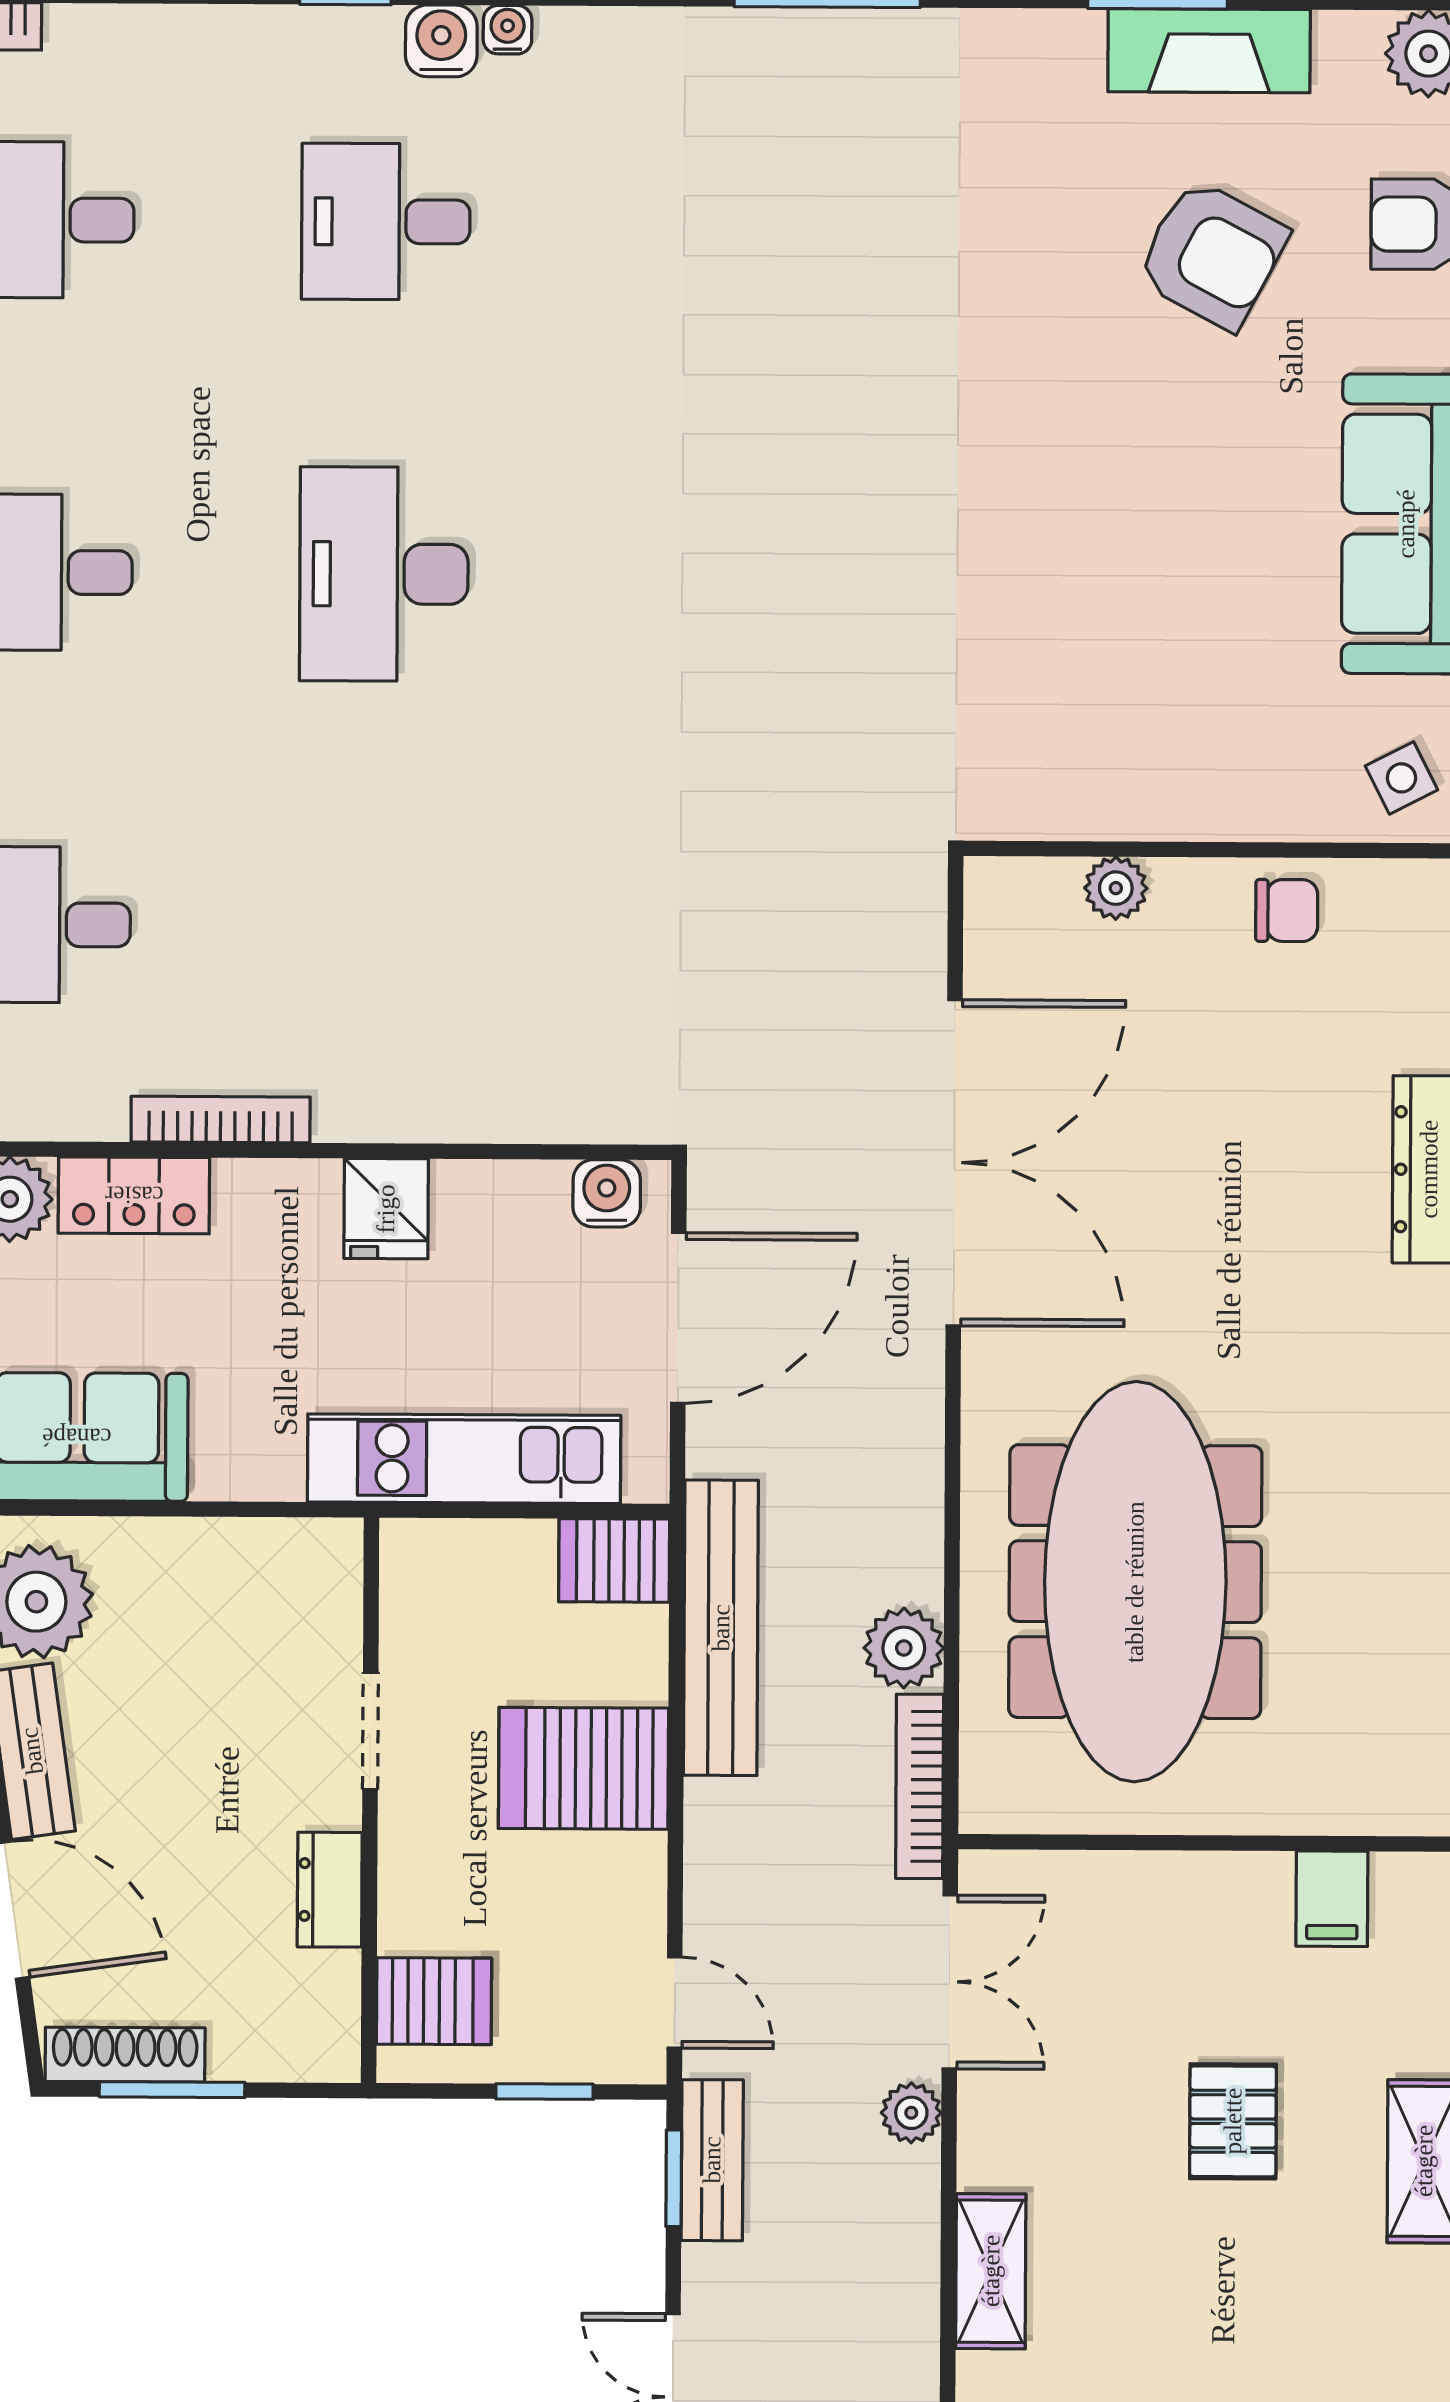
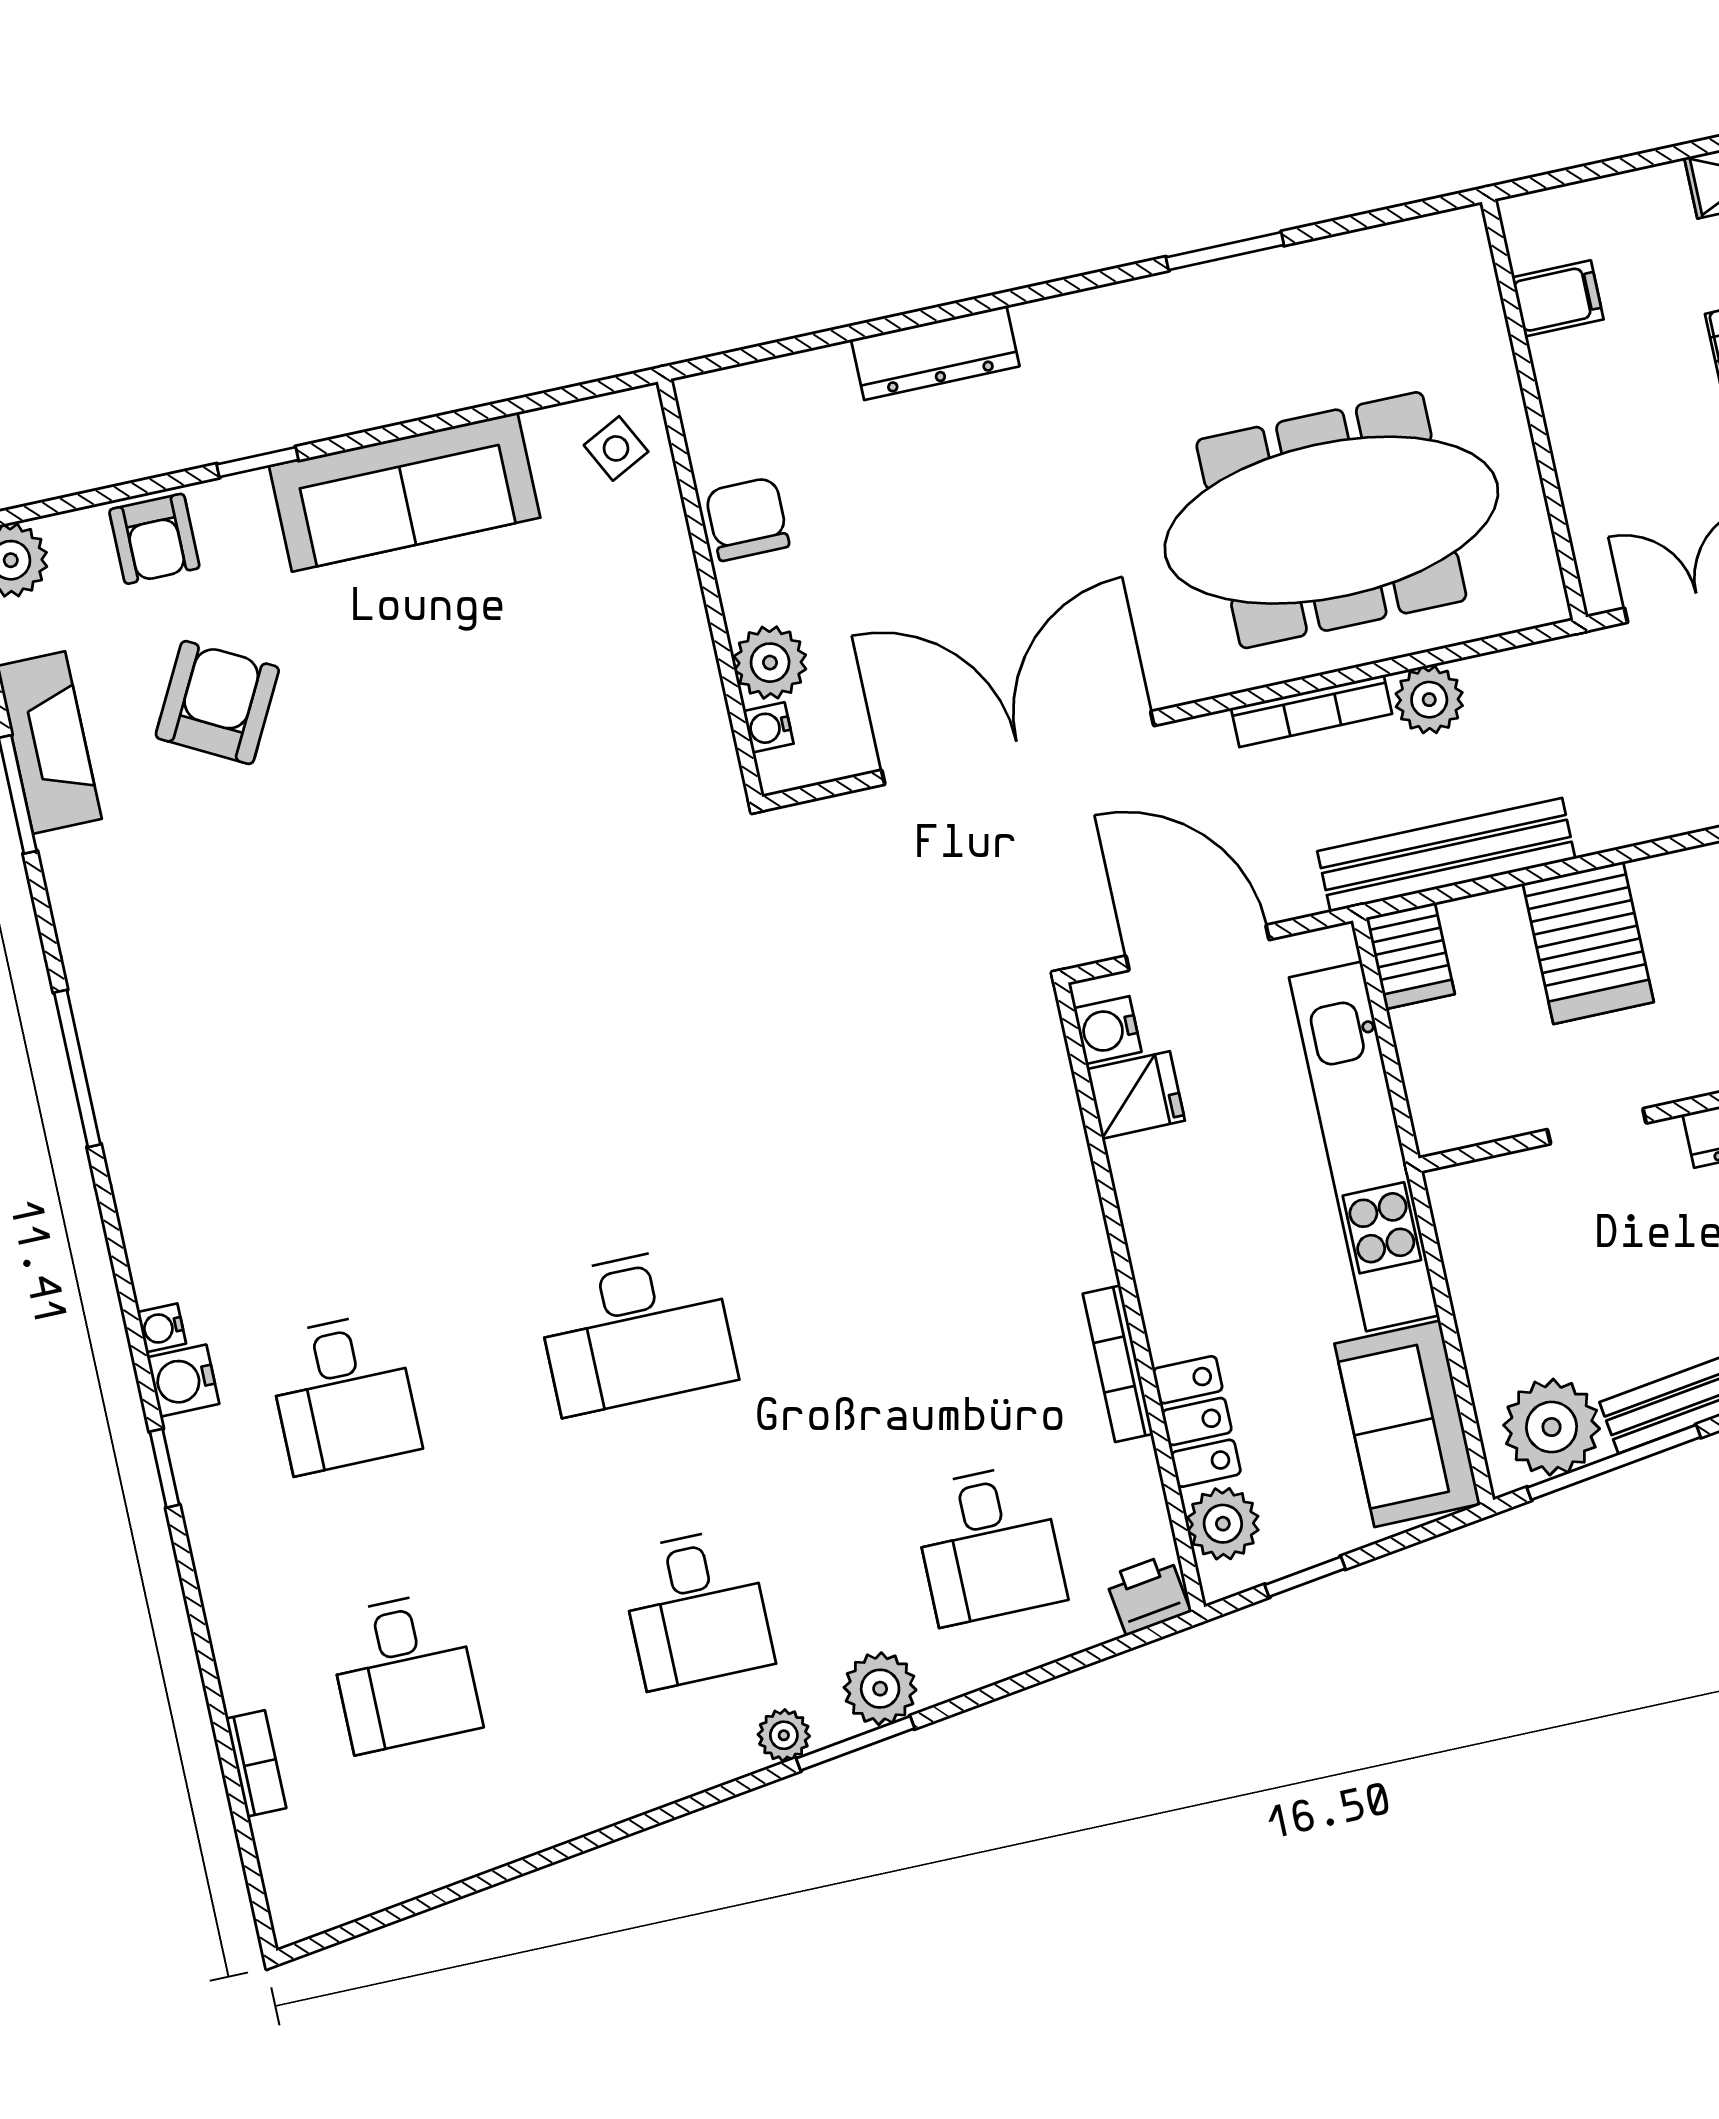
water cooler: (1042, 881) -> (768, 727), added
plant: (1116, 888) -> (770, 663), width x1.38, depth x1.38
chair: (1287, 911) -> (747, 519), width x1.37, depth x1.37
fridge: (386, 1209) -> (1136, 1095), moved
kitchen unit: (464, 1459) -> (1364, 1146), width x1.36
bookcase: (920, 1786) -> (1311, 711), moved

